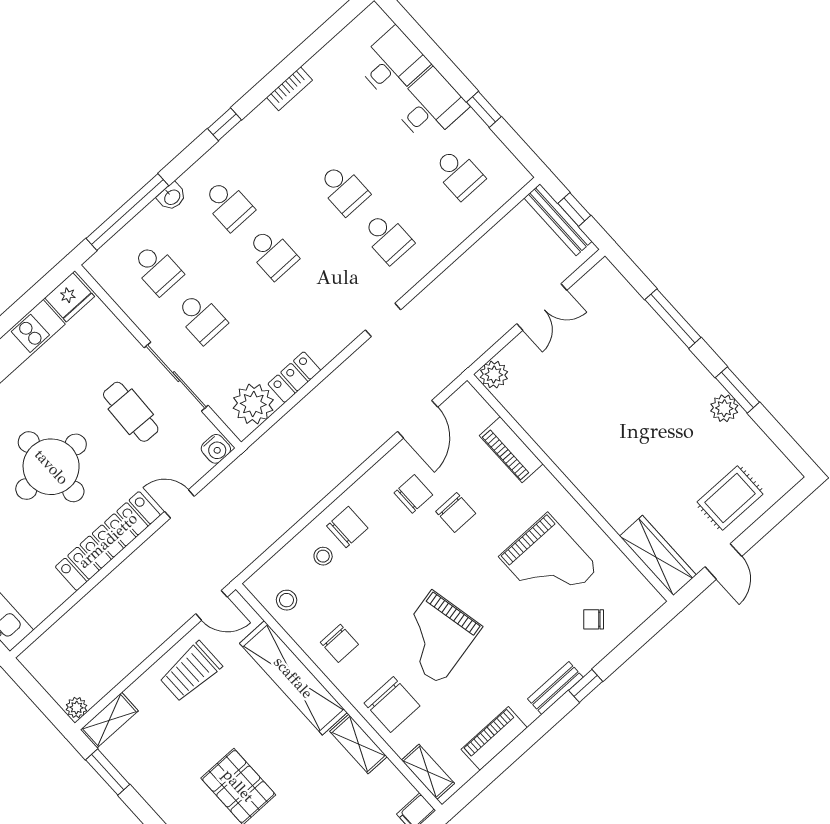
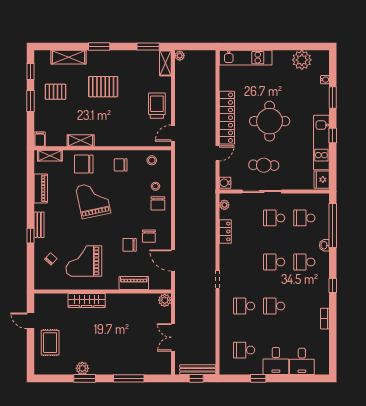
plant: (253, 404) -> (224, 205), width x0.53, depth x0.53
wardrobe: (658, 556) -> (87, 300), moved
shelving: (293, 678) -> (123, 139), removed

